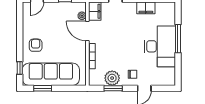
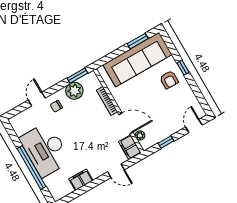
window: (178, 39) -> (32, 167), width x1.46
window: (20, 68) -> (183, 68), moved
window: (113, 88) -> (78, 76), moved

